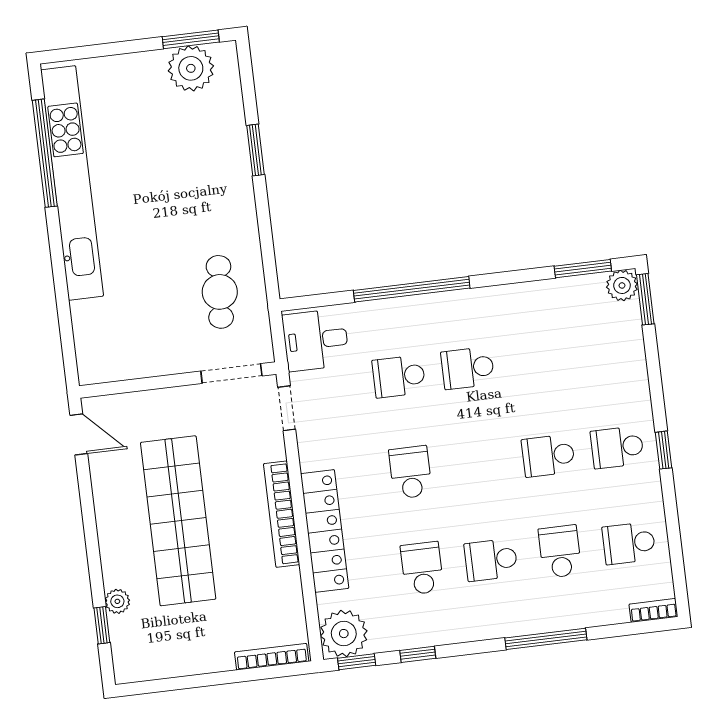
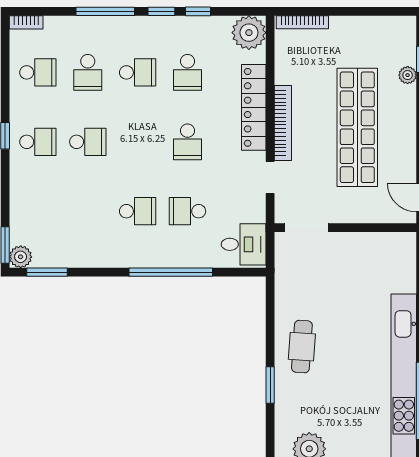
cafe table: (220, 292) -> (302, 347), moved
school desk: (399, 376) -> (187, 211), turned 180
doorway: (287, 408) -> (270, 177), moved
window: (357, 662) -> (161, 11), moved

